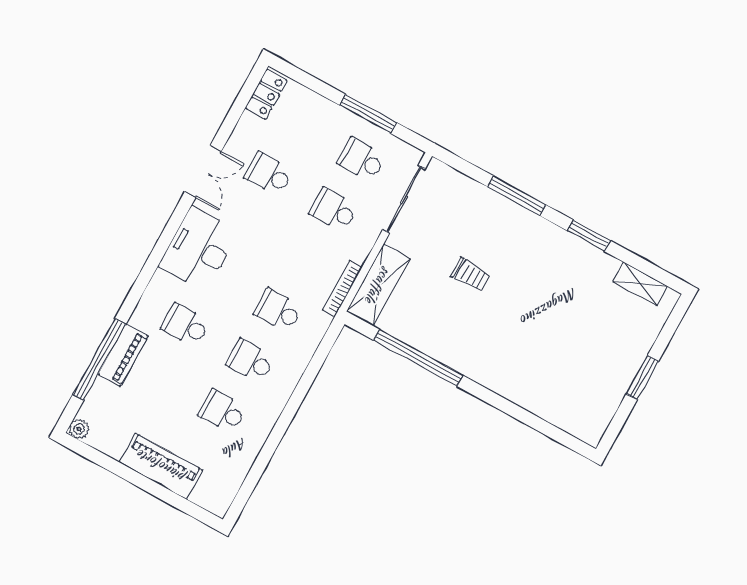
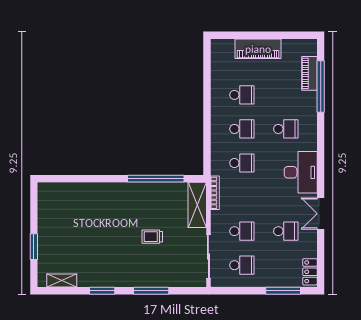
window: (368, 114) -> (283, 291), moved
piano: (123, 355) -> (309, 73), moved
window: (642, 377) -> (34, 247), moved
plant: (79, 429) -> (311, 45), removed

